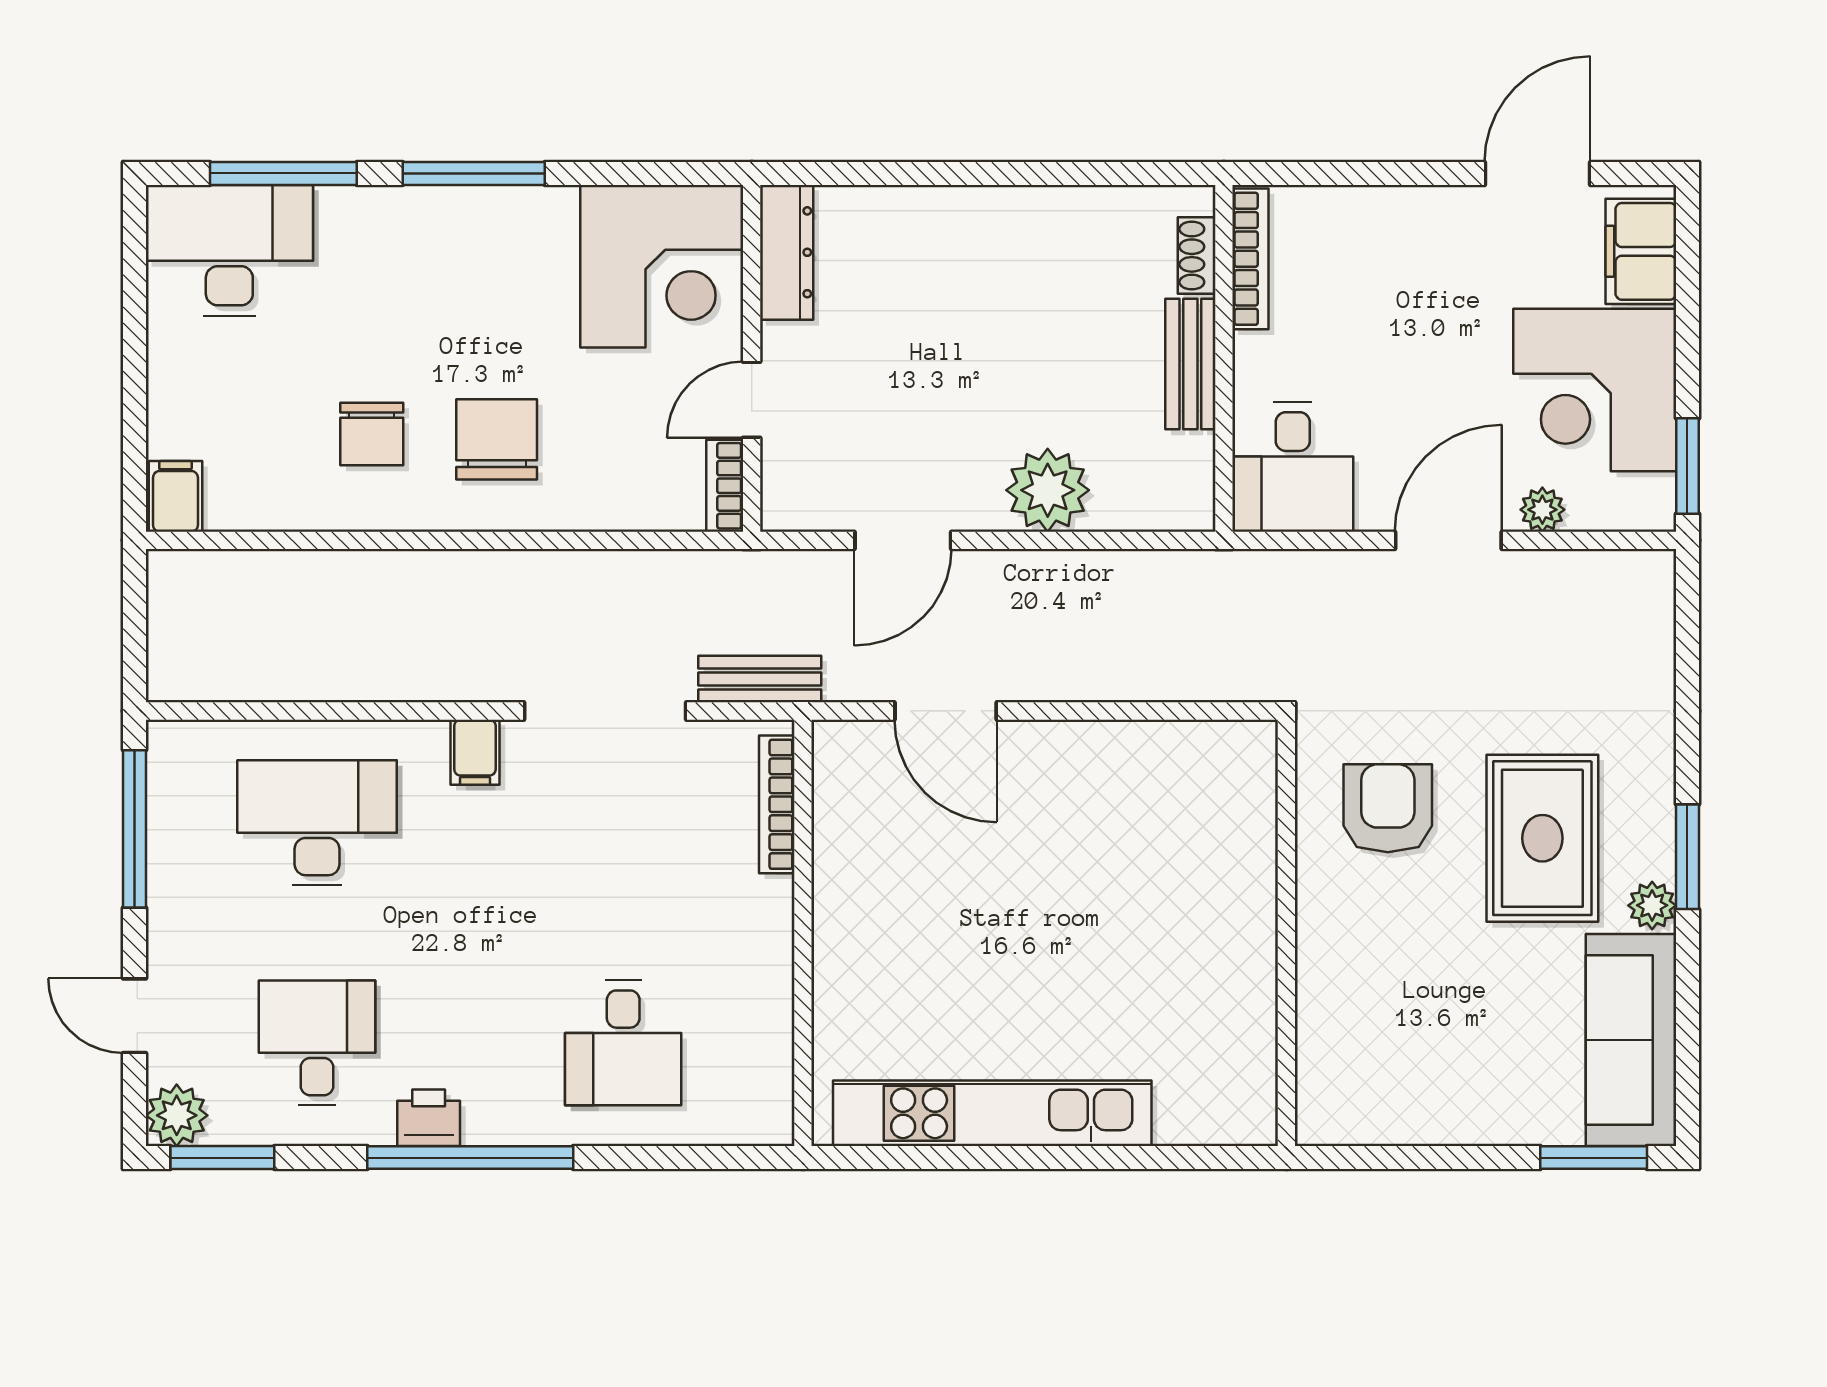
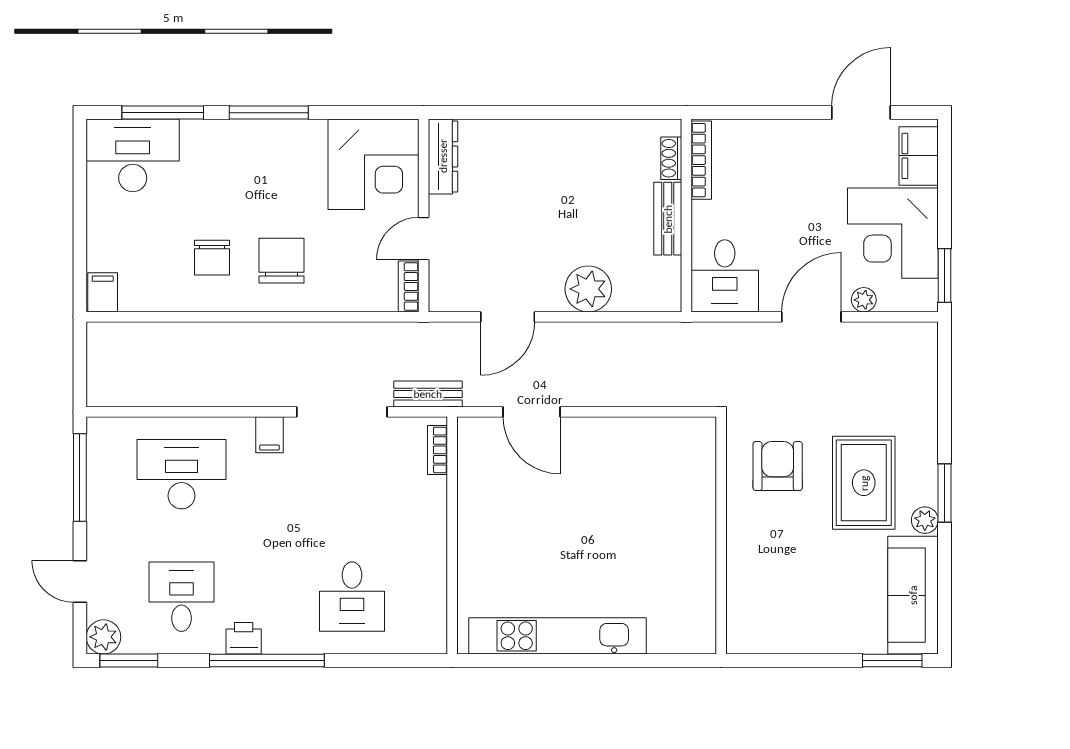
bookcase: (777, 804) -> (437, 450), width x0.64

